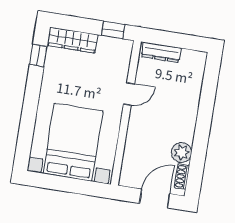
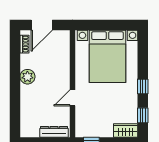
wardrobe: (73, 40) -> (126, 131), width x0.67
window: (32, 94) -> (143, 87), added
plant: (182, 153) -> (27, 77), moved

